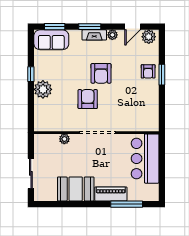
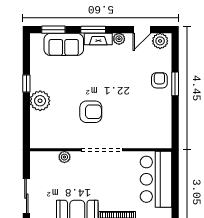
sofa: (51, 40) -> (64, 44), moved
armchair: (148, 71) -> (159, 80), turned 180
armchair: (101, 73) -> (106, 83), removed
armchair: (88, 99) -> (91, 112), turned 90

